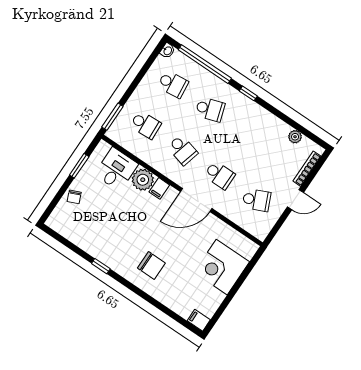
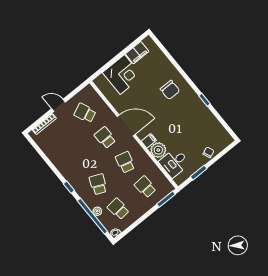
school desk: (210, 109) -> (98, 184), turned 42
plant: (295, 137) -> (97, 211), moved
chair: (151, 266) -> (170, 90), turned 180
filing cabinet: (199, 320) -> (137, 53), moved, width x2.00

